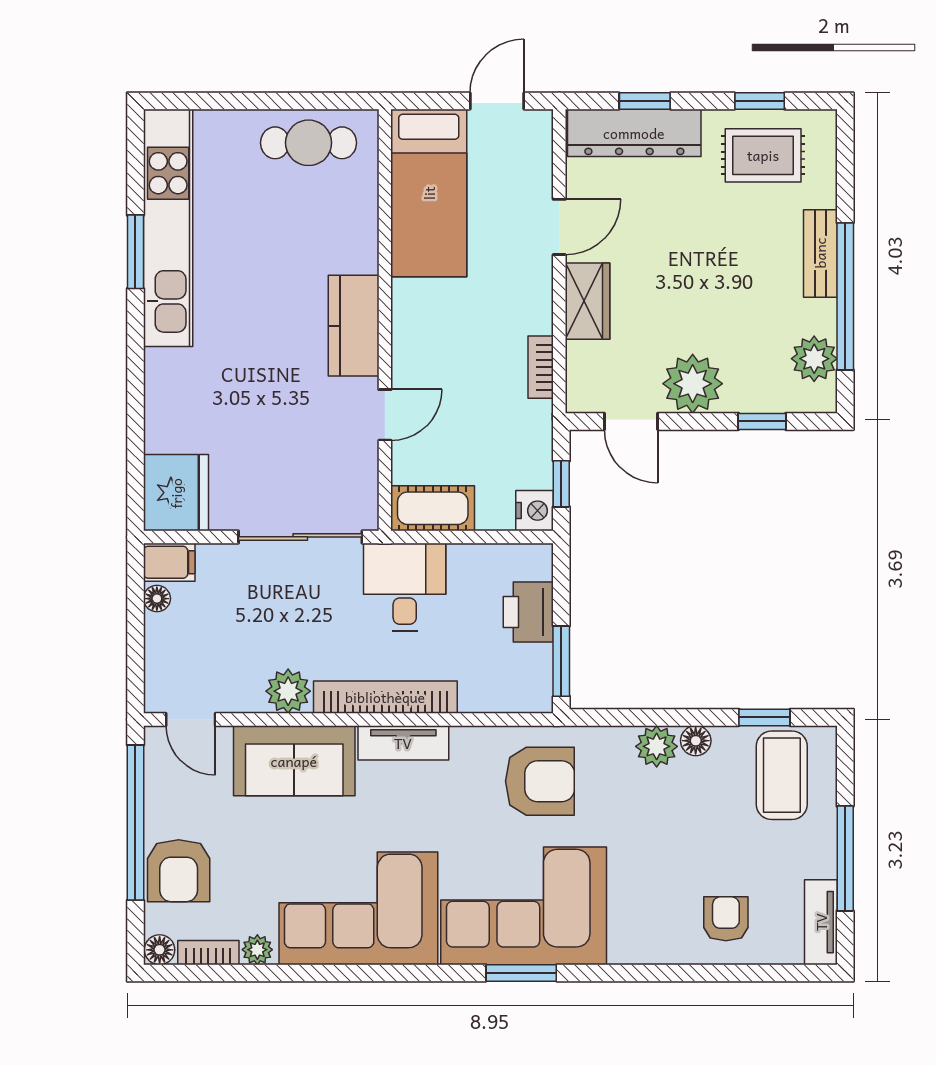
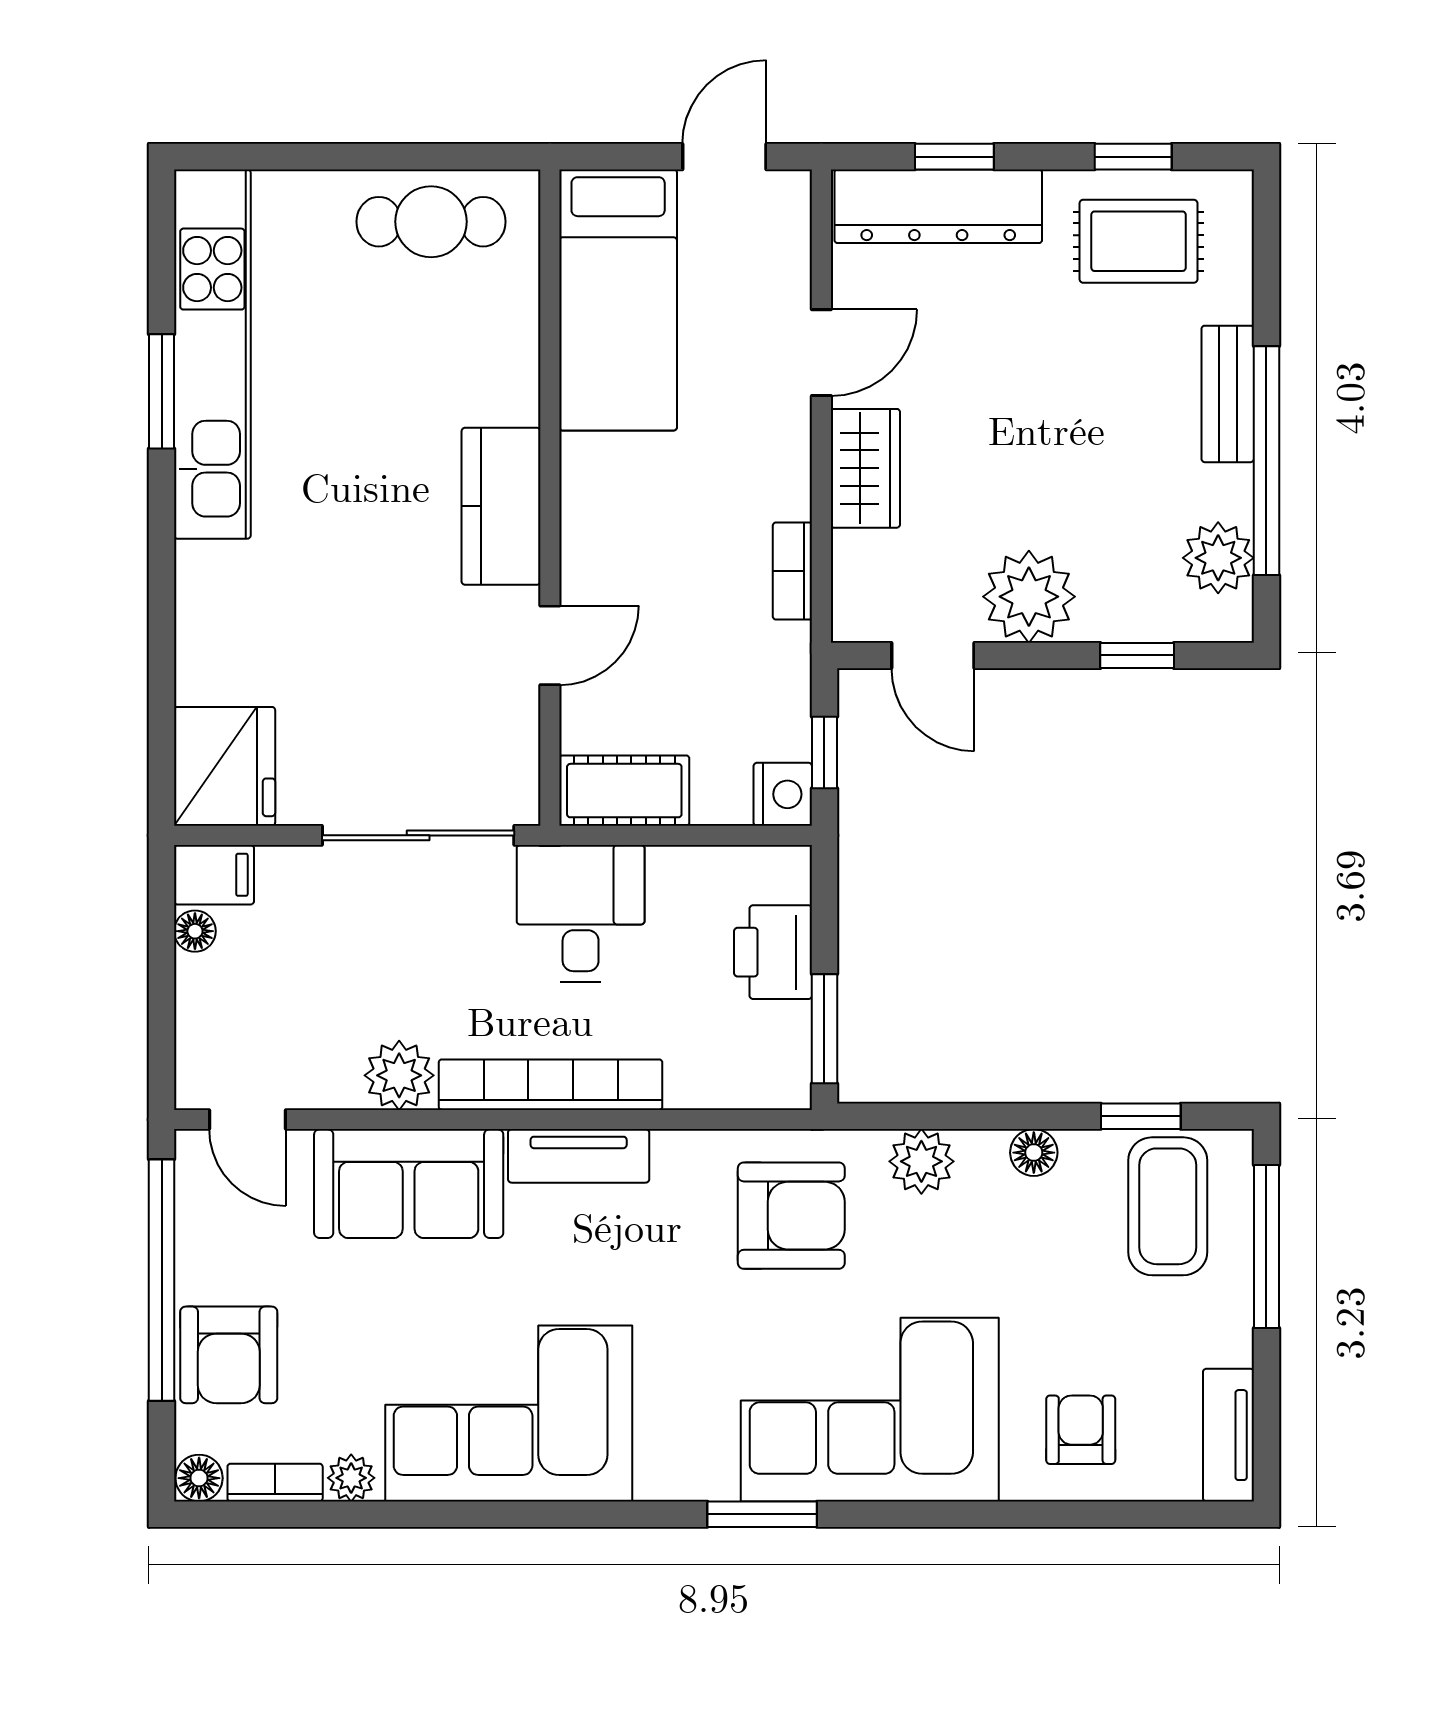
plant: (657, 746) -> (921, 1161), moved
window: (845, 858) -> (1266, 1246), moved
corner sofa: (524, 906) -> (870, 1410), moved

